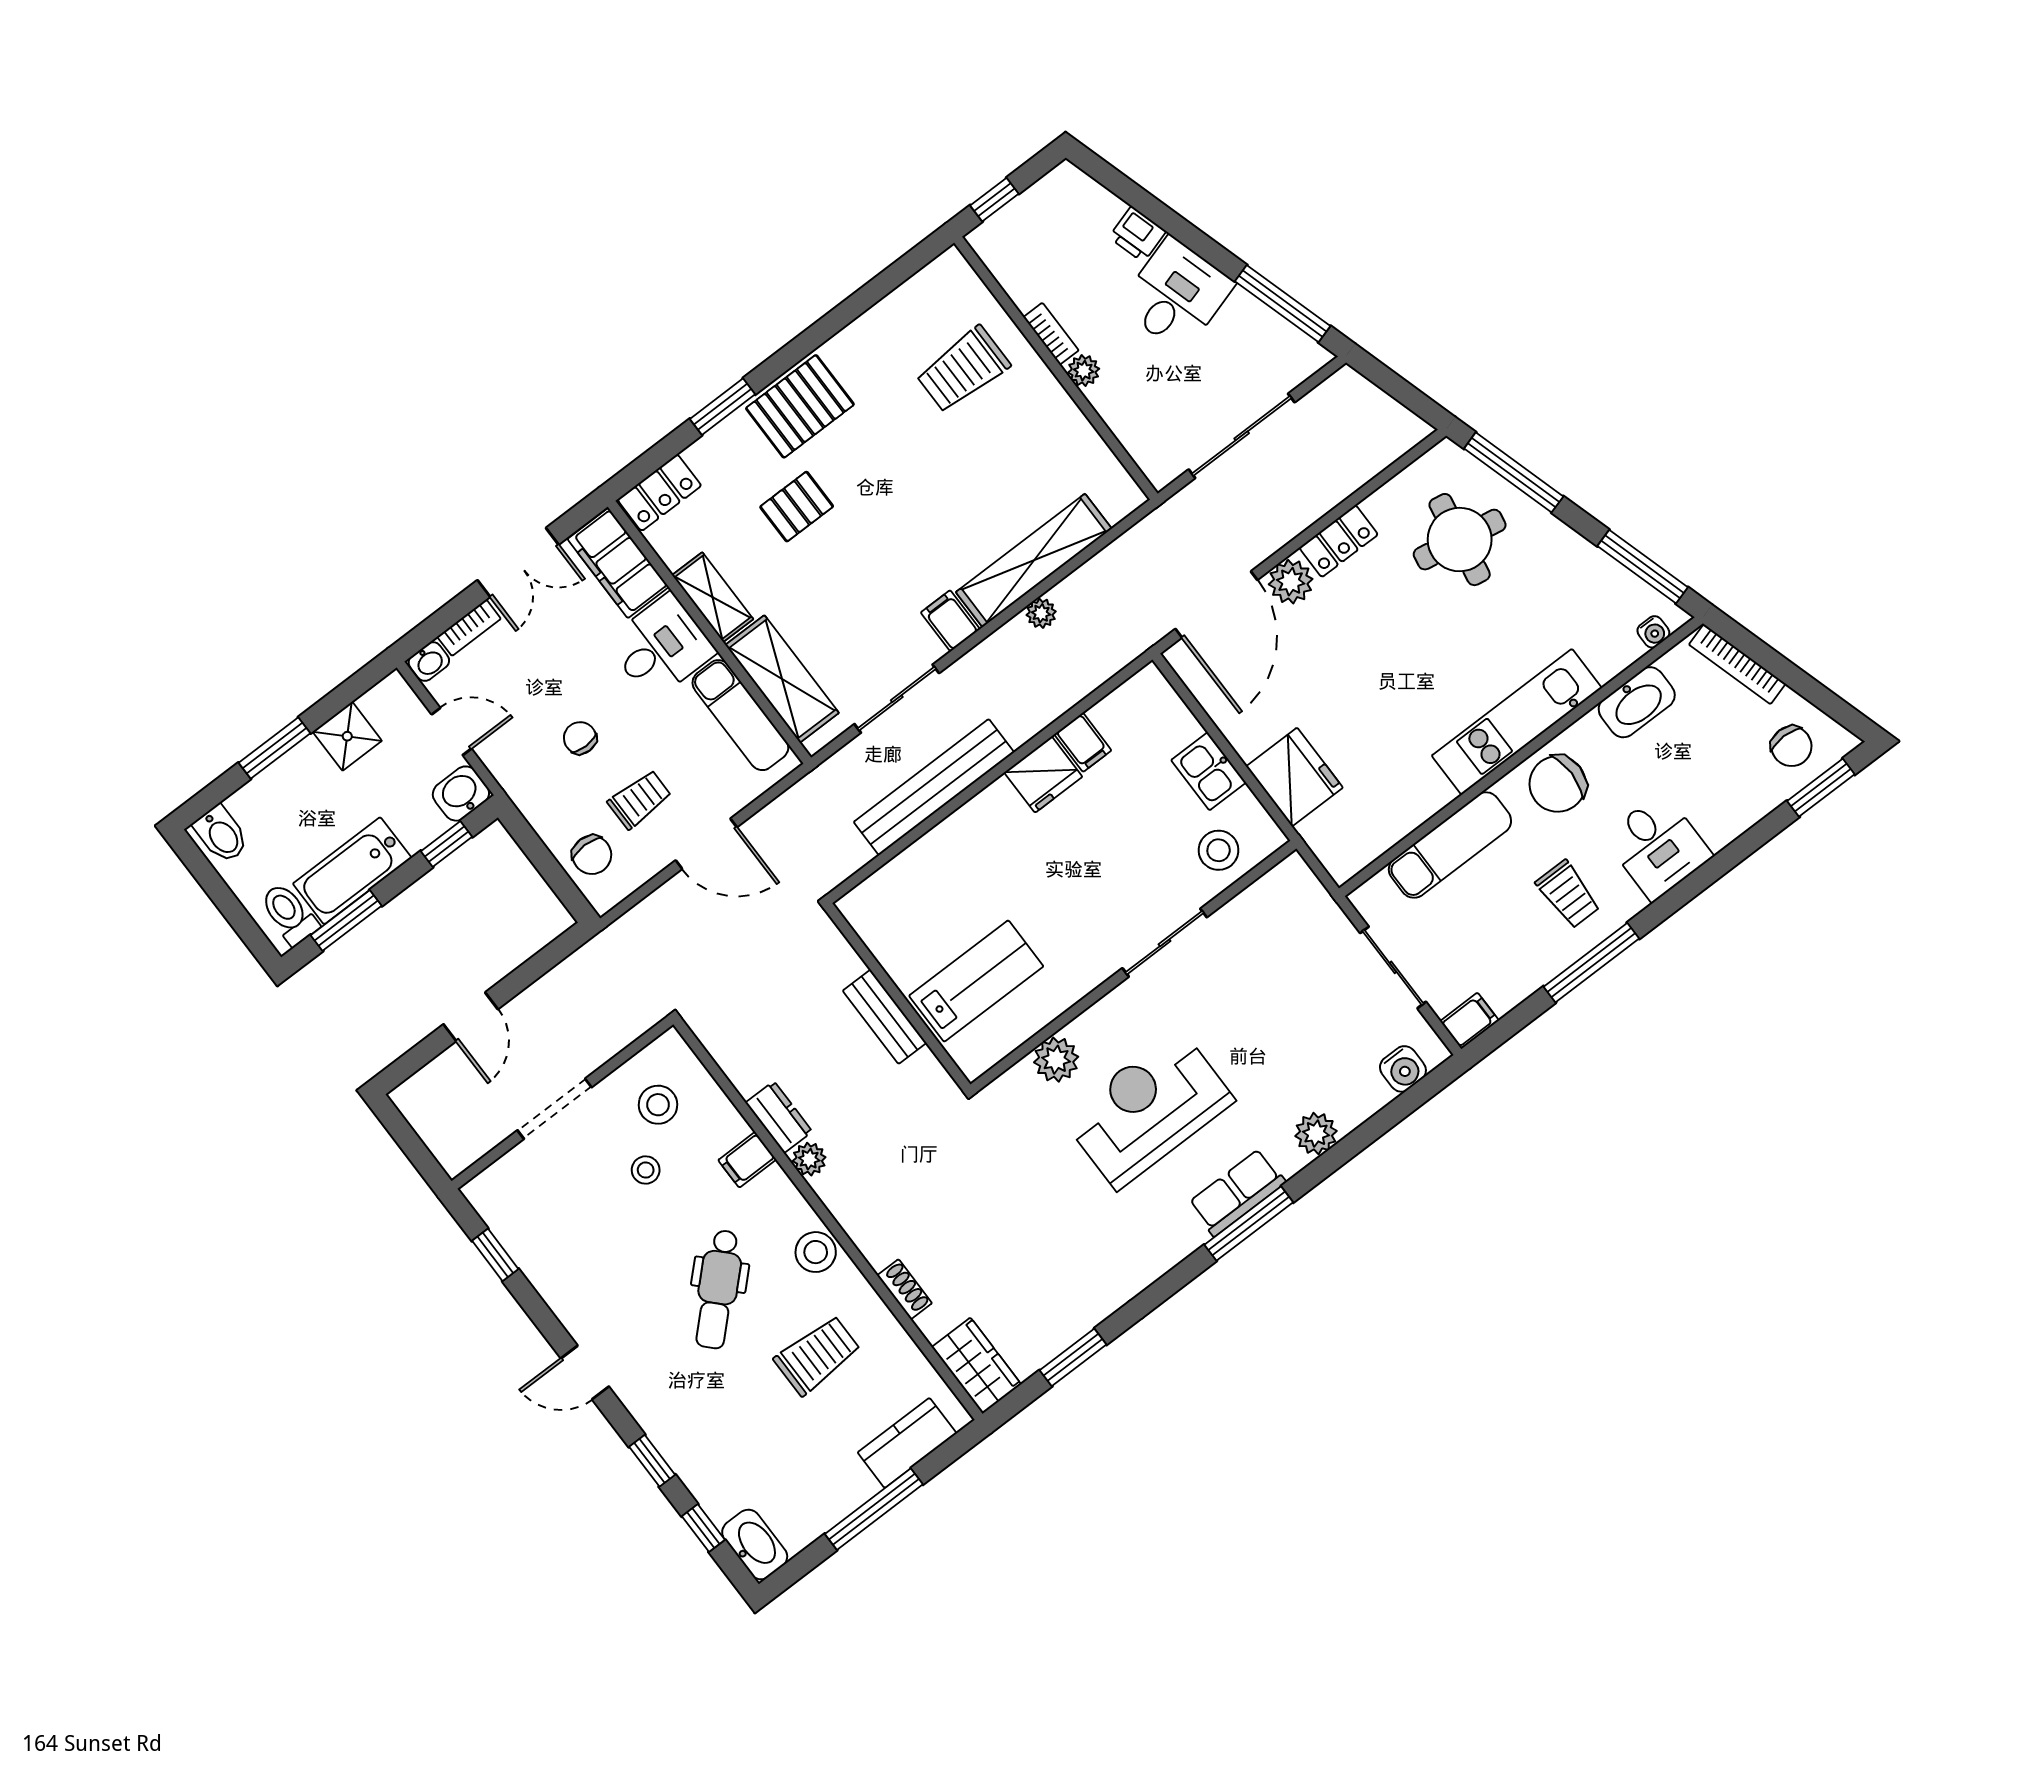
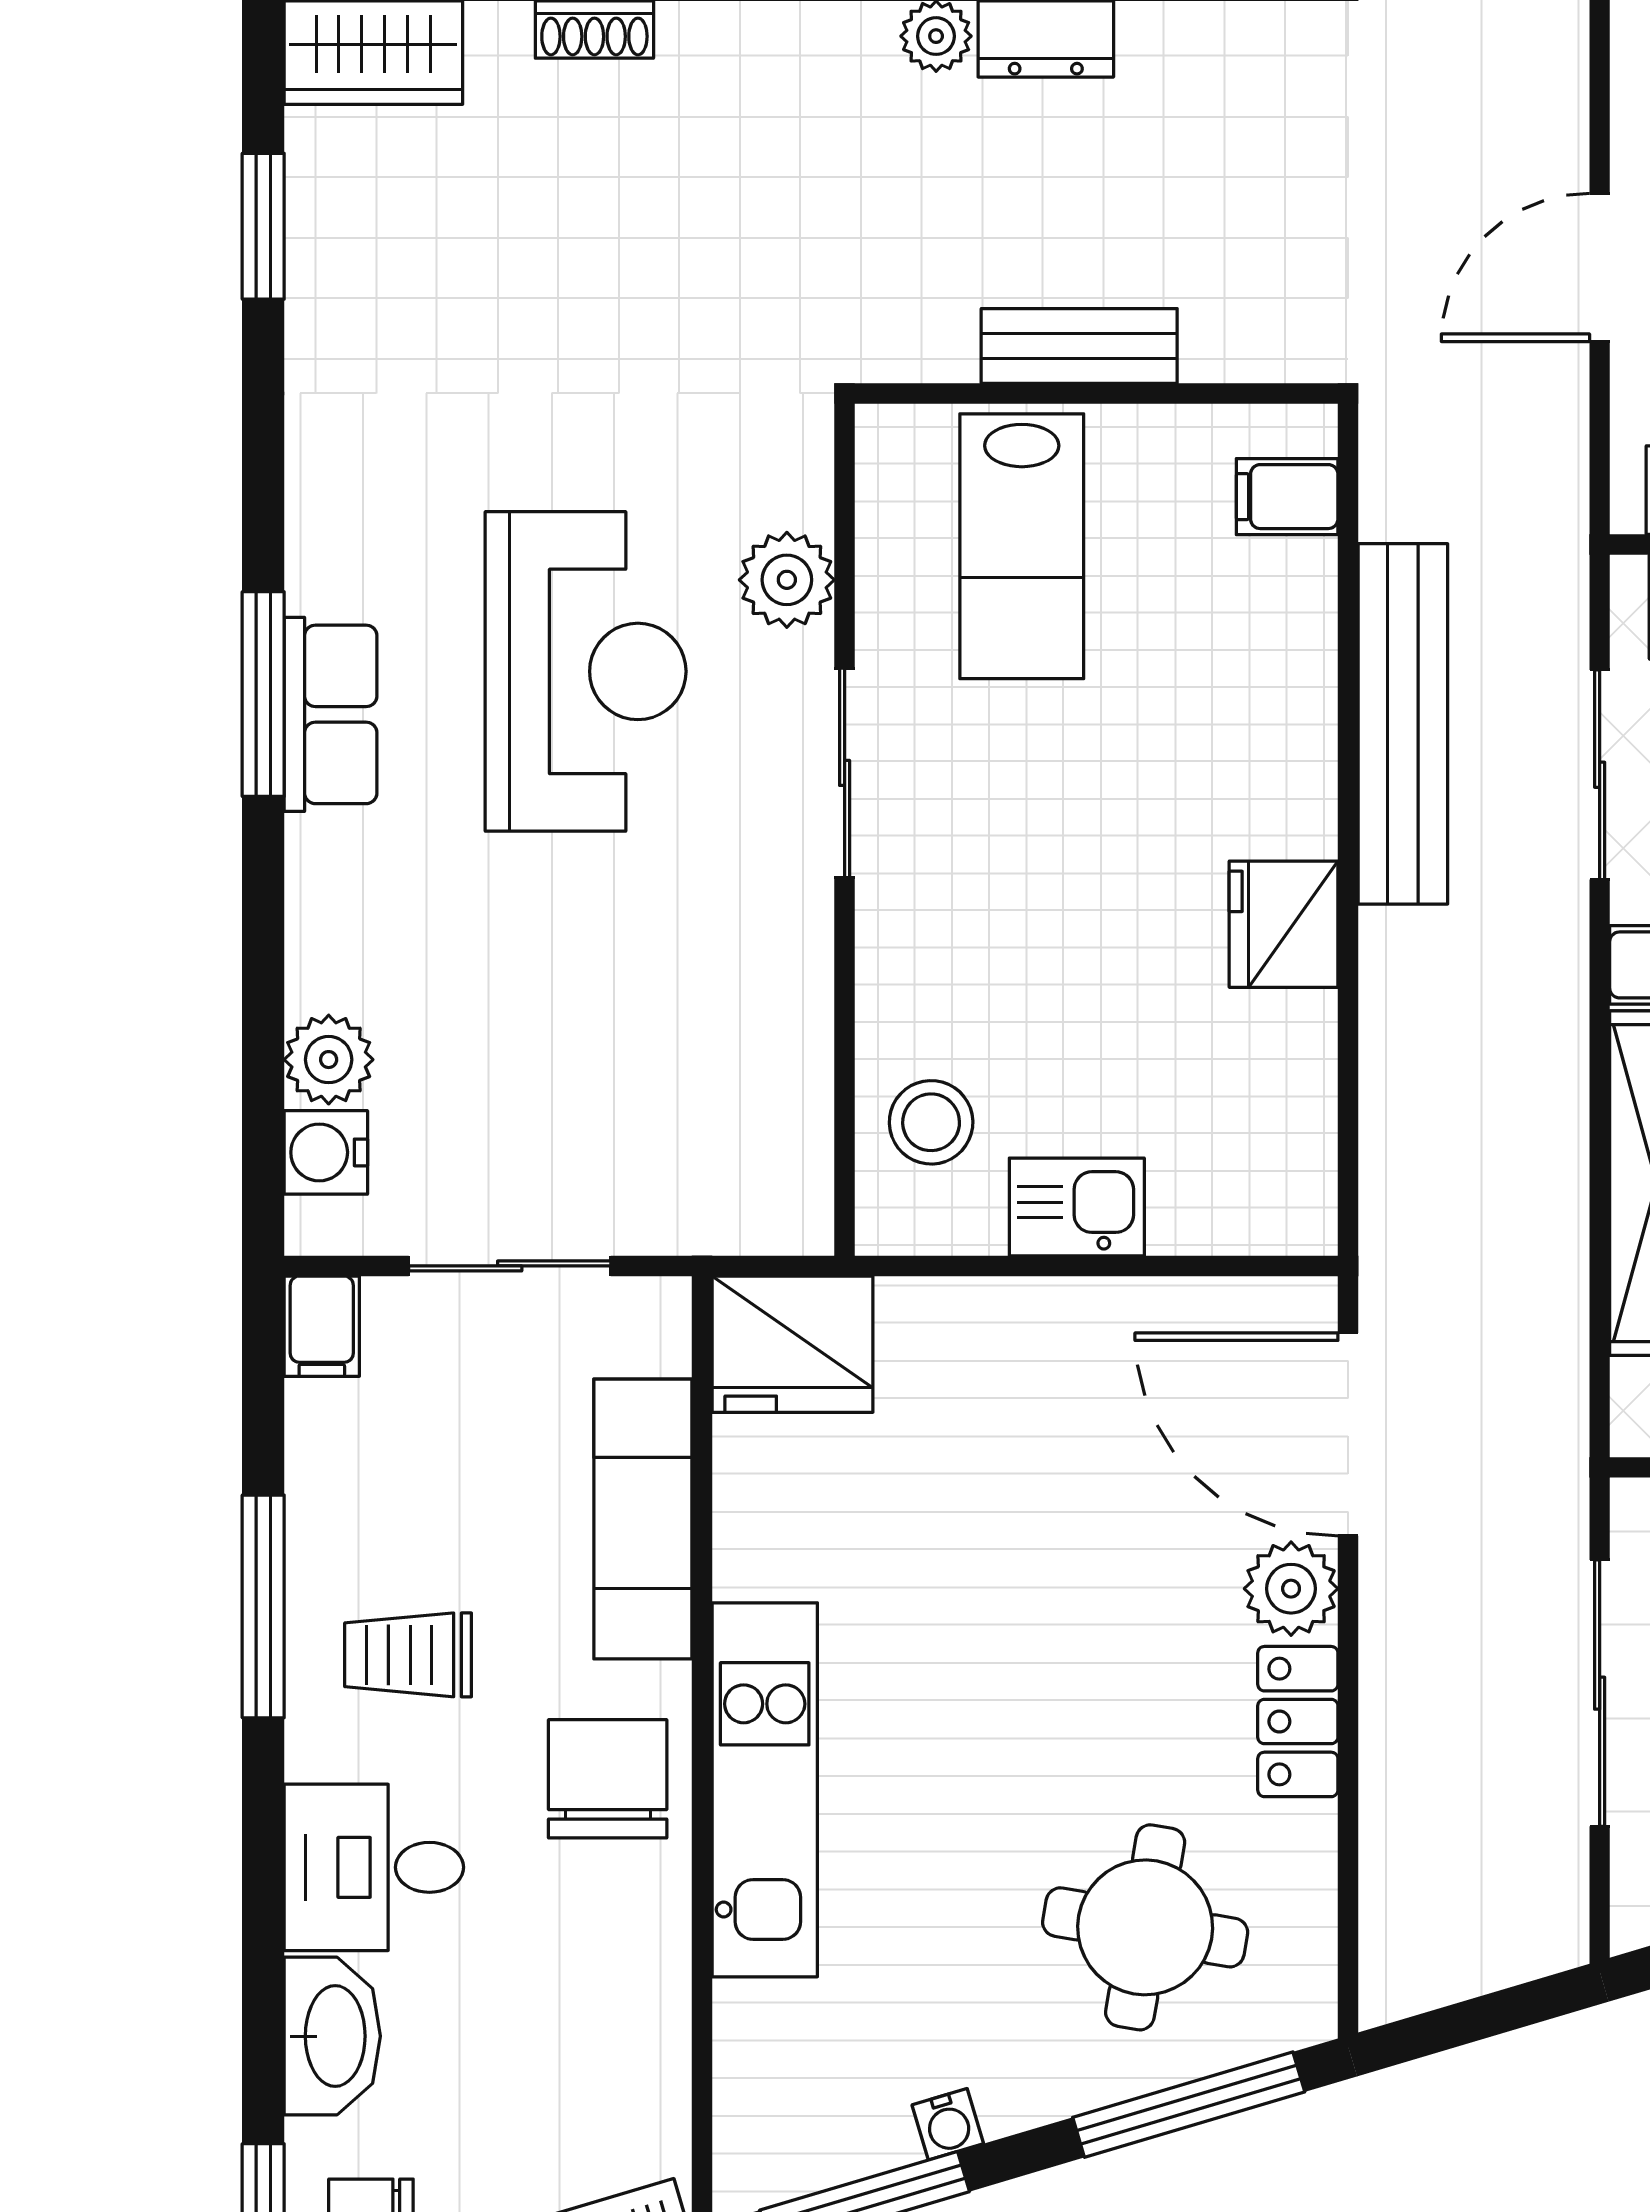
plant: (1041, 613) -> (1558, 1128), removed
water cooler: (1653, 632) -> (948, 2124), moved, turned -107
washbasin: (1637, 702) -> (332, 2036), moved, turned 180
filing cabinet: (1083, 742) -> (1287, 497), moved
fridge: (1294, 777) -> (792, 1344), moved
sliding door: (1165, 943) -> (845, 773), moved
plant: (1316, 1134) -> (329, 1060), moved

